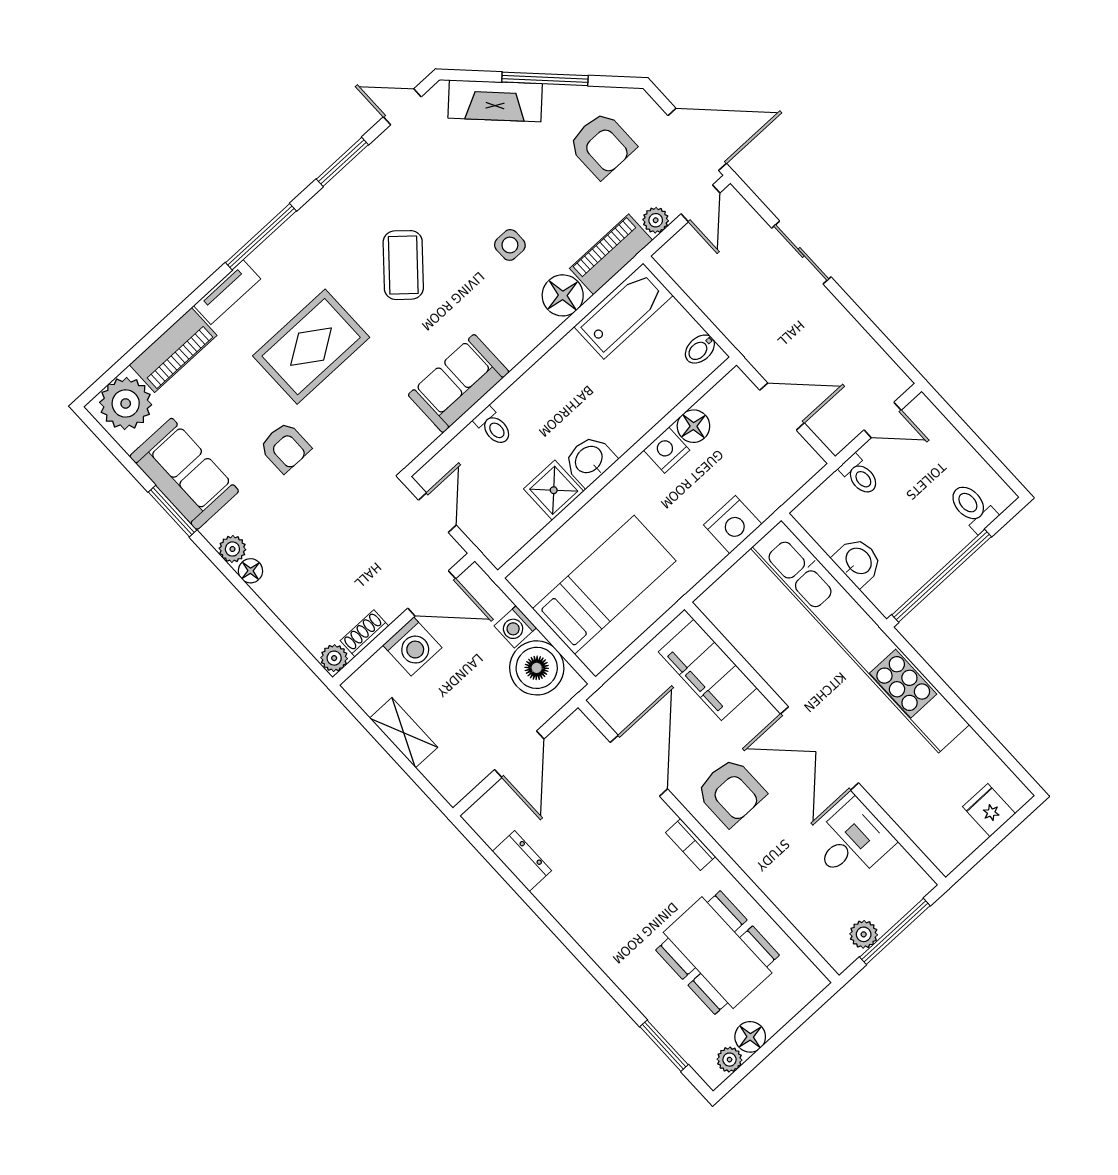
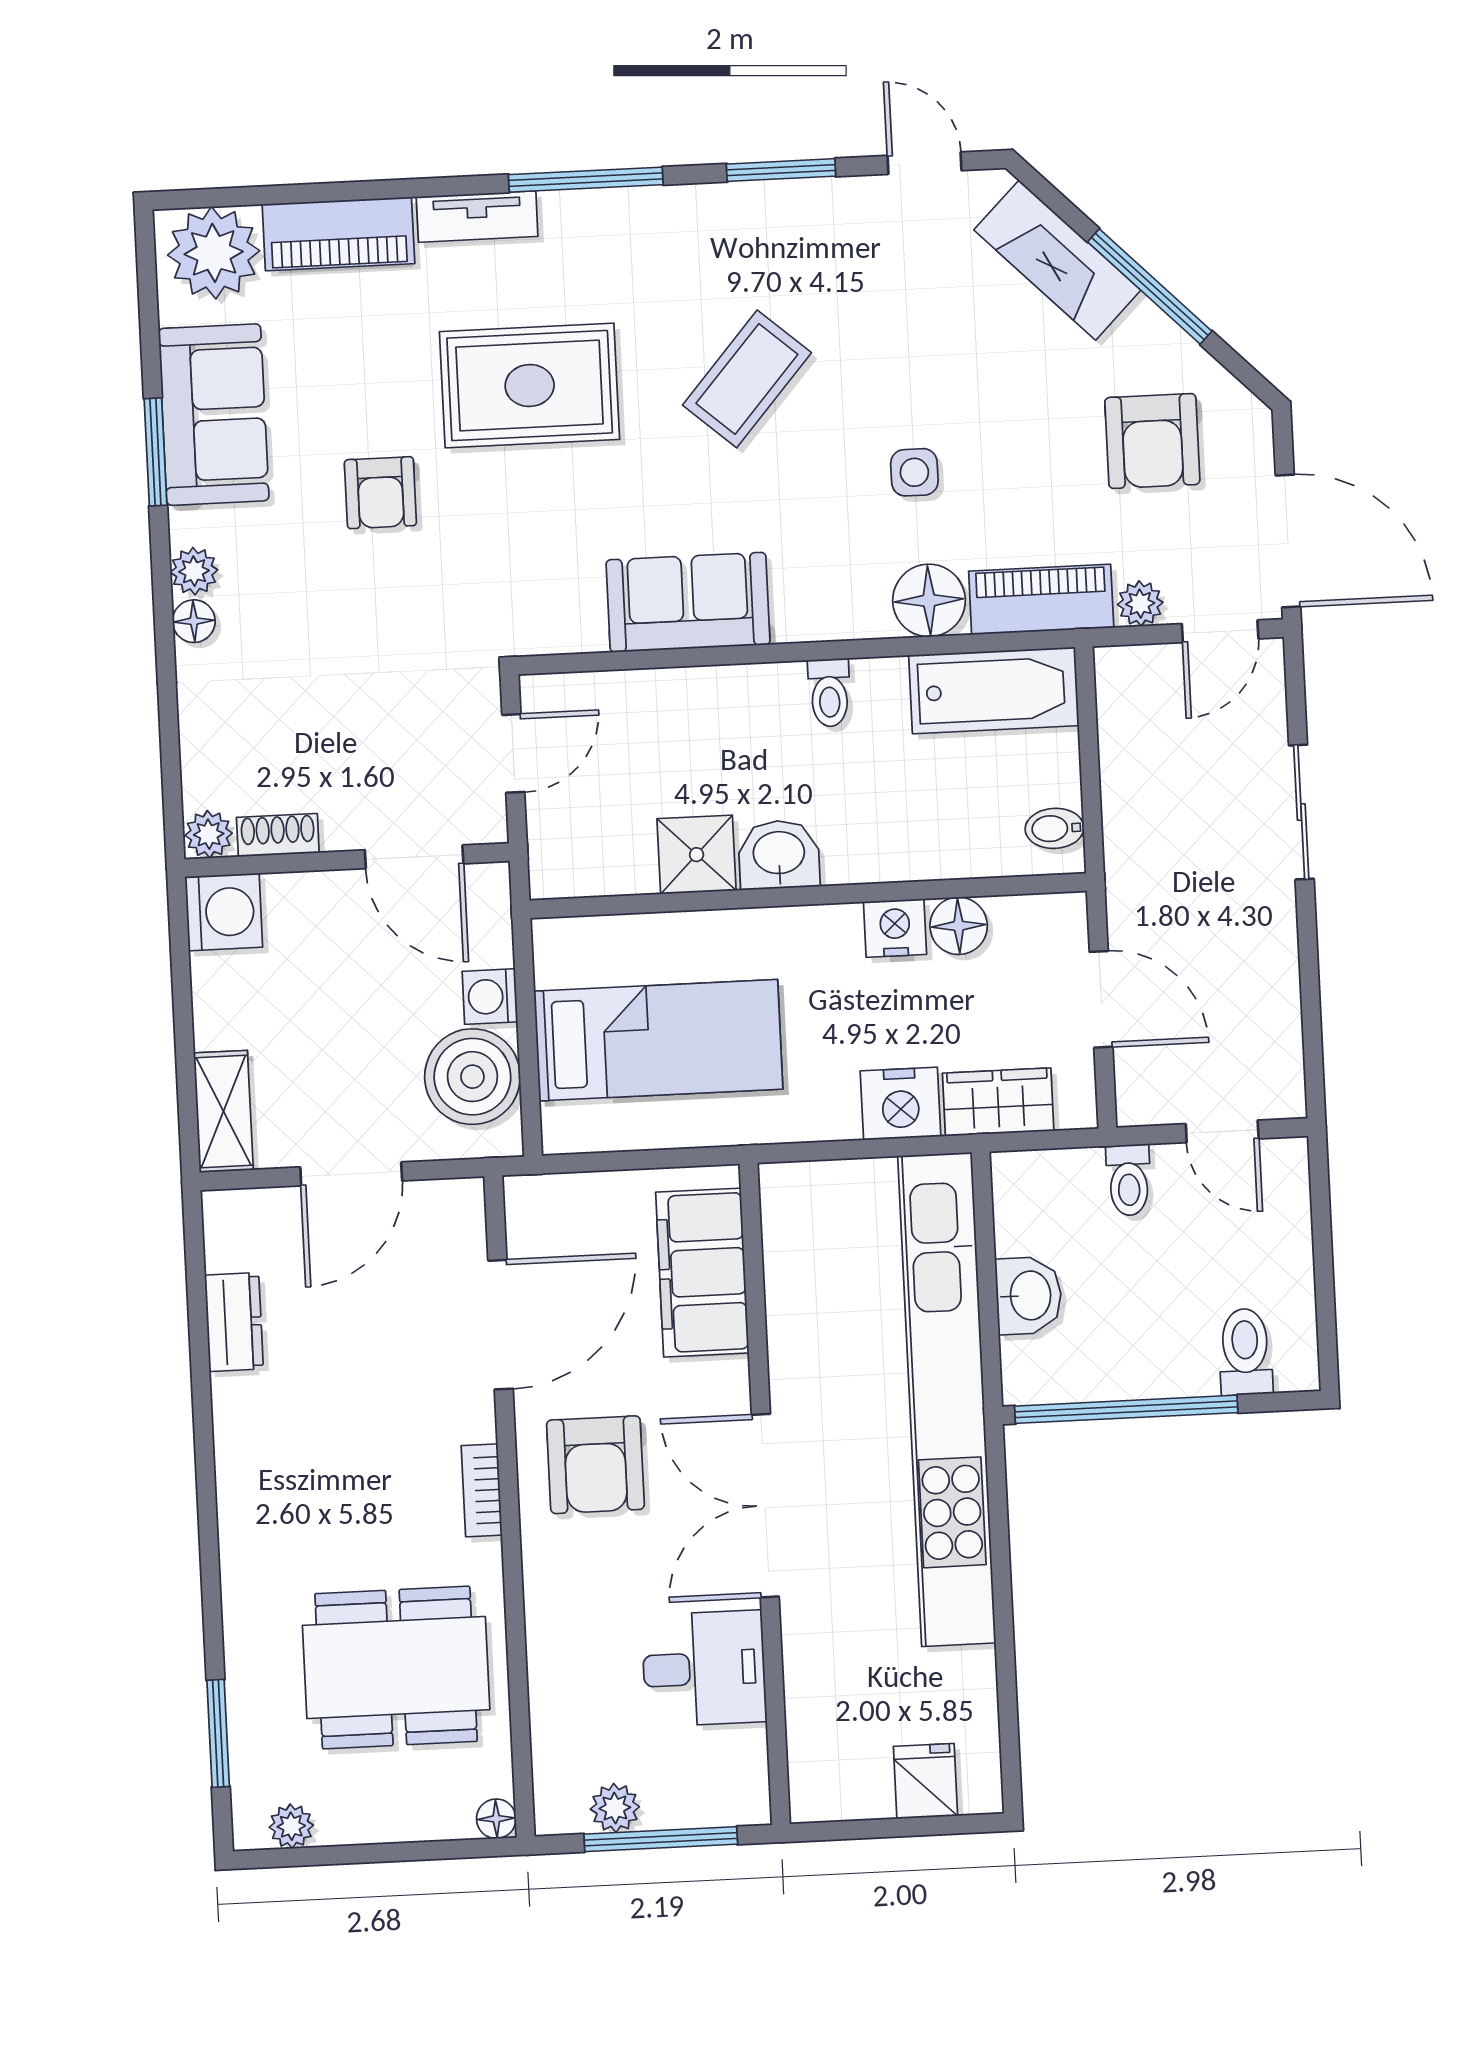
toilet: (493, 426) -> (829, 693), moved
wardrobe: (775, 488) -> (998, 1102), added
washing machine: (412, 646) -> (224, 912), moved, turned -90
shelving: (404, 733) -> (223, 1111), moved
dining table: (718, 953) -> (396, 1668), turned 90
floor lamp: (750, 1037) -> (496, 1819), moved, width x0.73, depth x0.73

